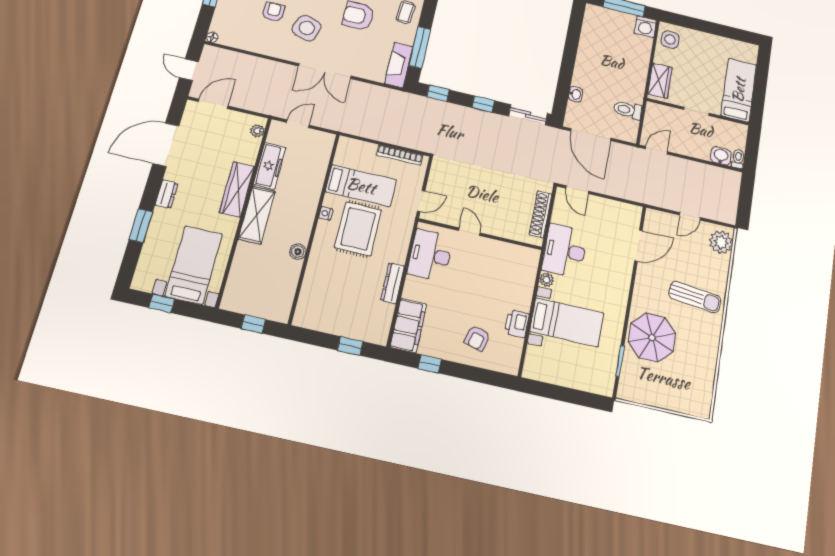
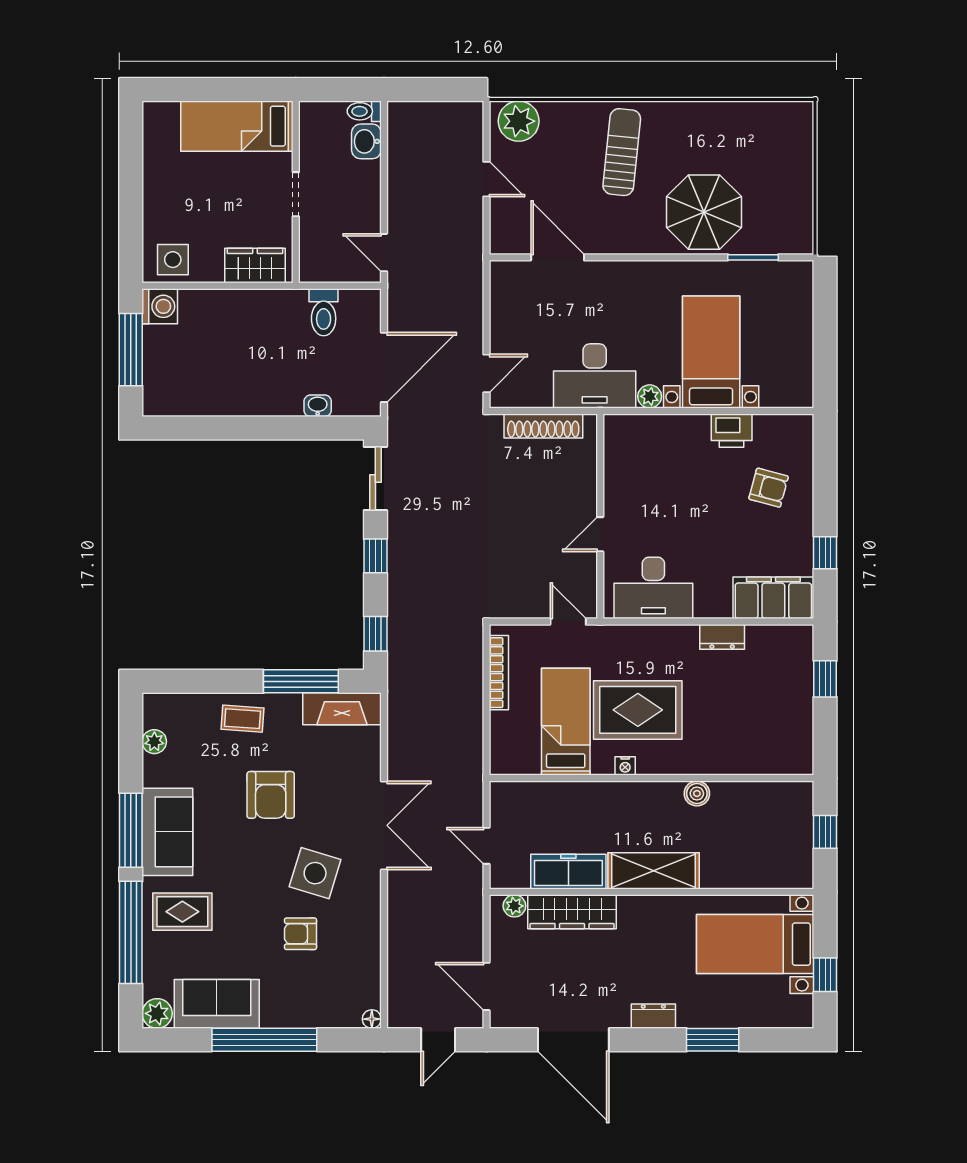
wardrobe: (237, 189) -> (572, 912), moved
dresser: (393, 283) -> (722, 637), width x0.70

